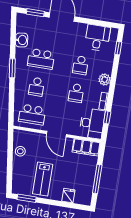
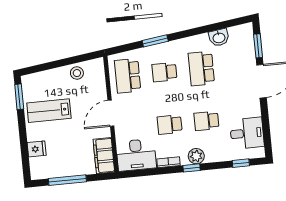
window: (12, 68) -> (155, 41), moved
window: (107, 117) -> (192, 168), moved

